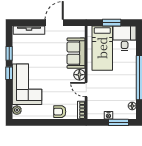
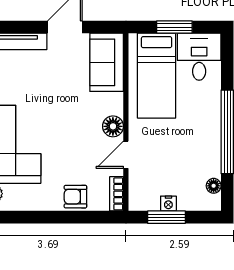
sofa: (76, 53) -> (107, 62), moved
door: (86, 90) -> (126, 155), hinge flipped
window: (119, 122) -> (167, 217), moved

